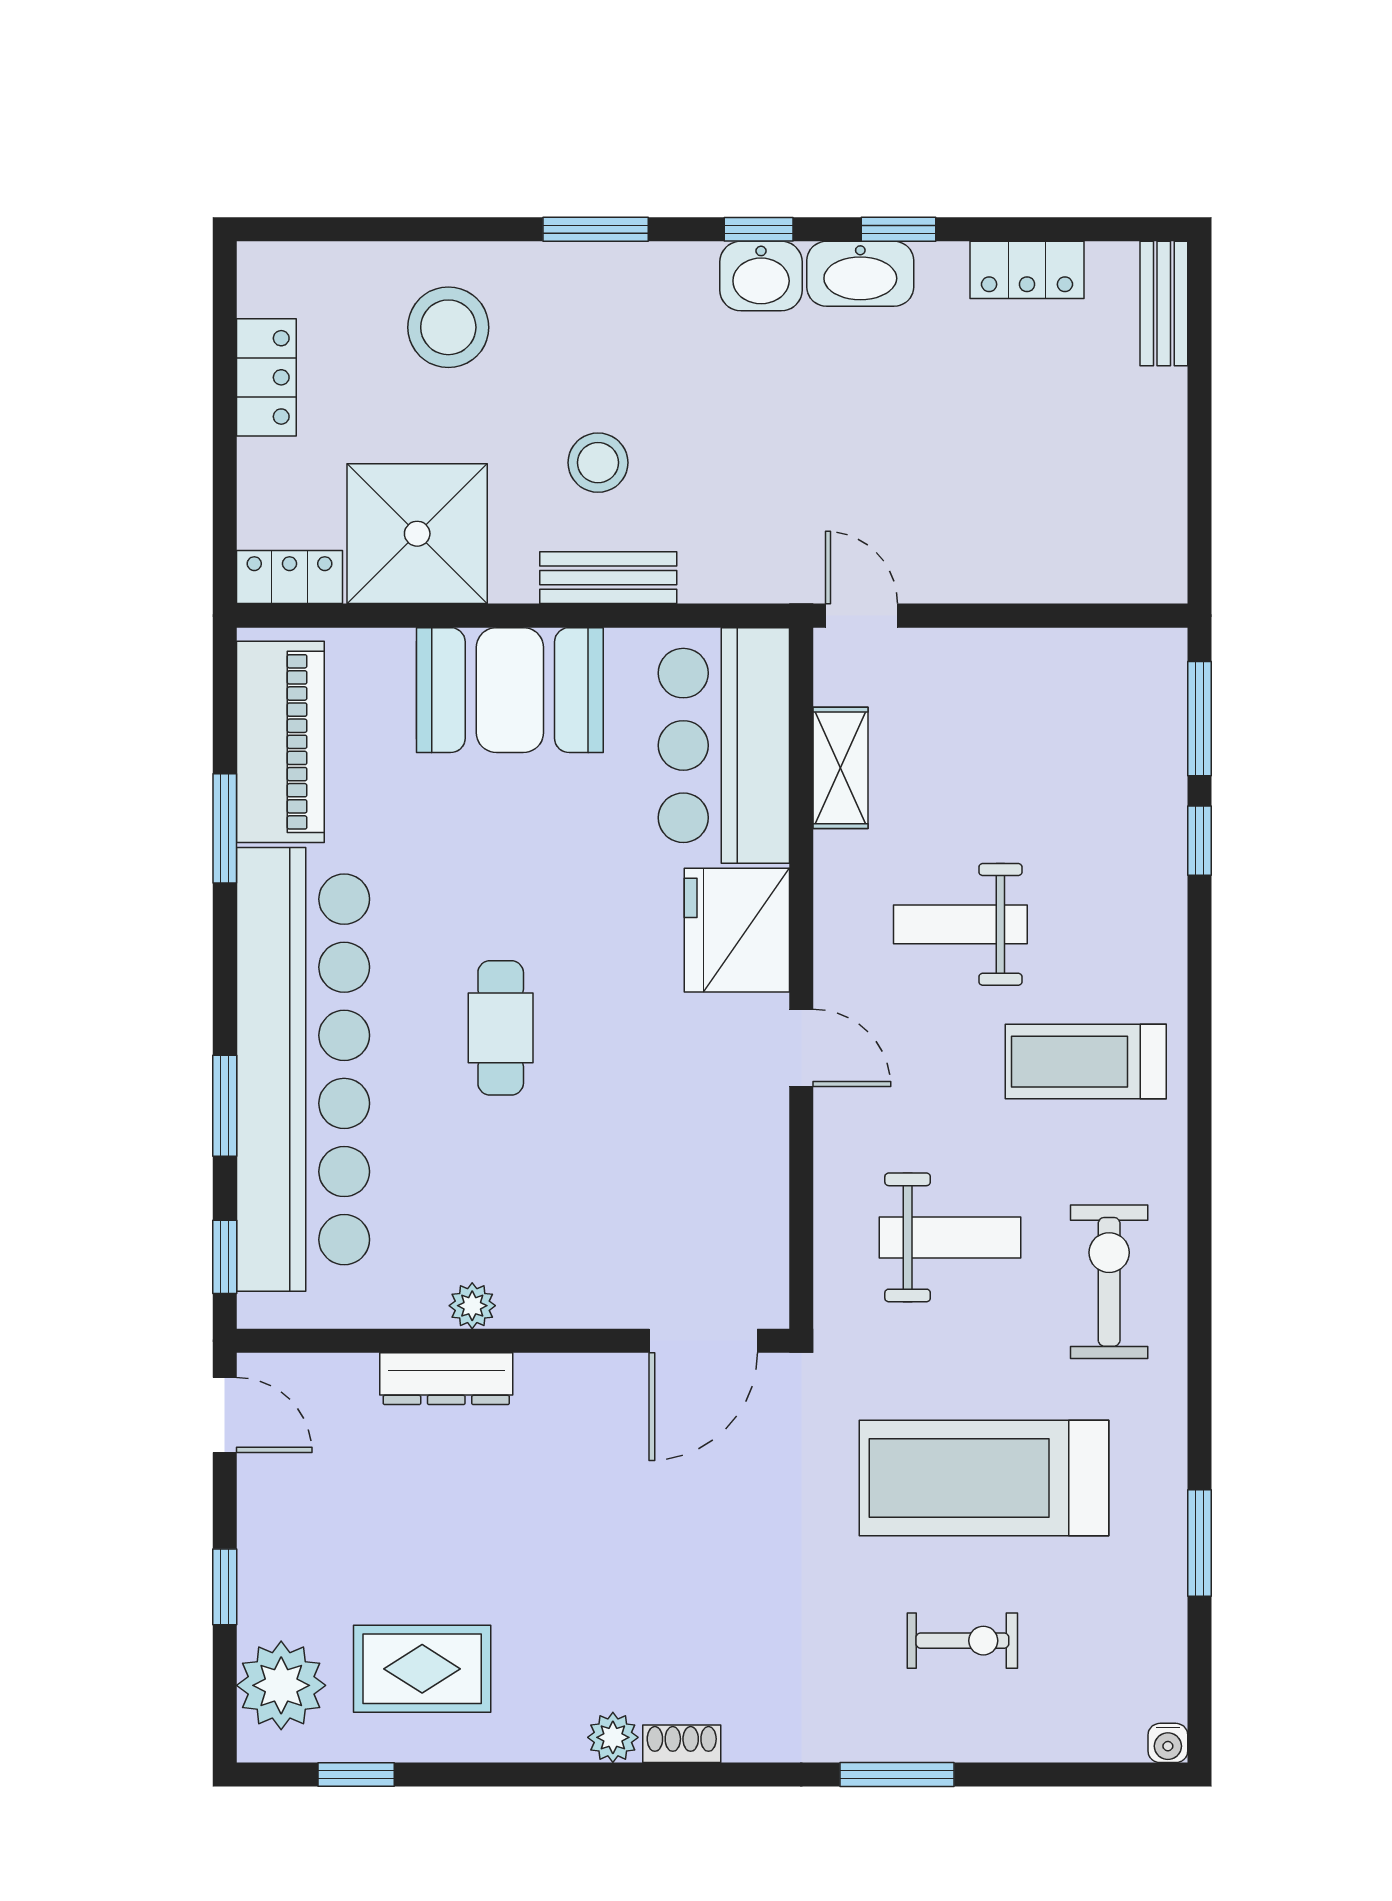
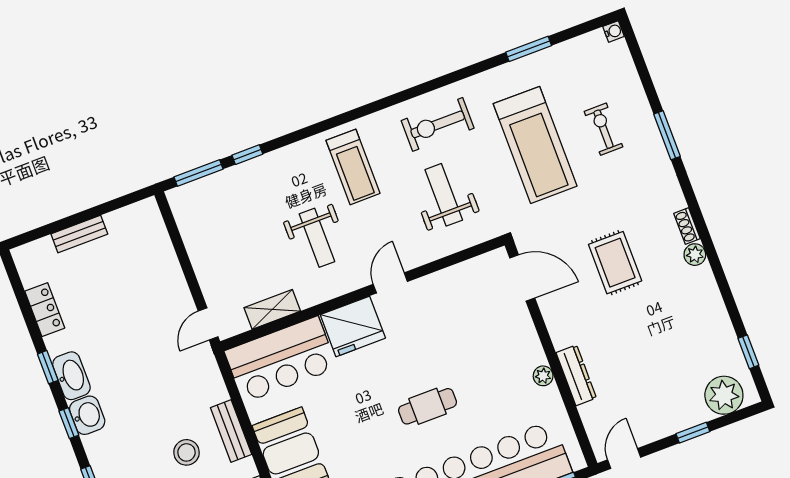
bench: (1164, 304) -> (79, 234), moved
rug: (422, 1669) -> (615, 263), moved

